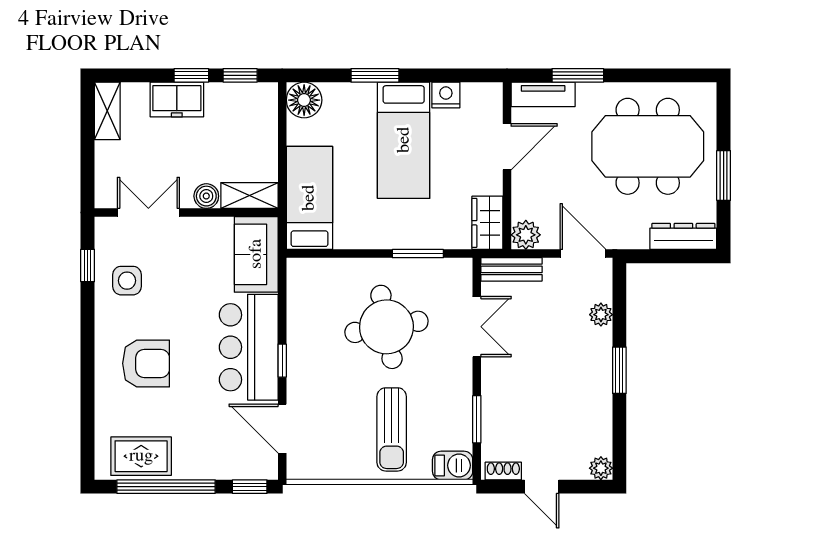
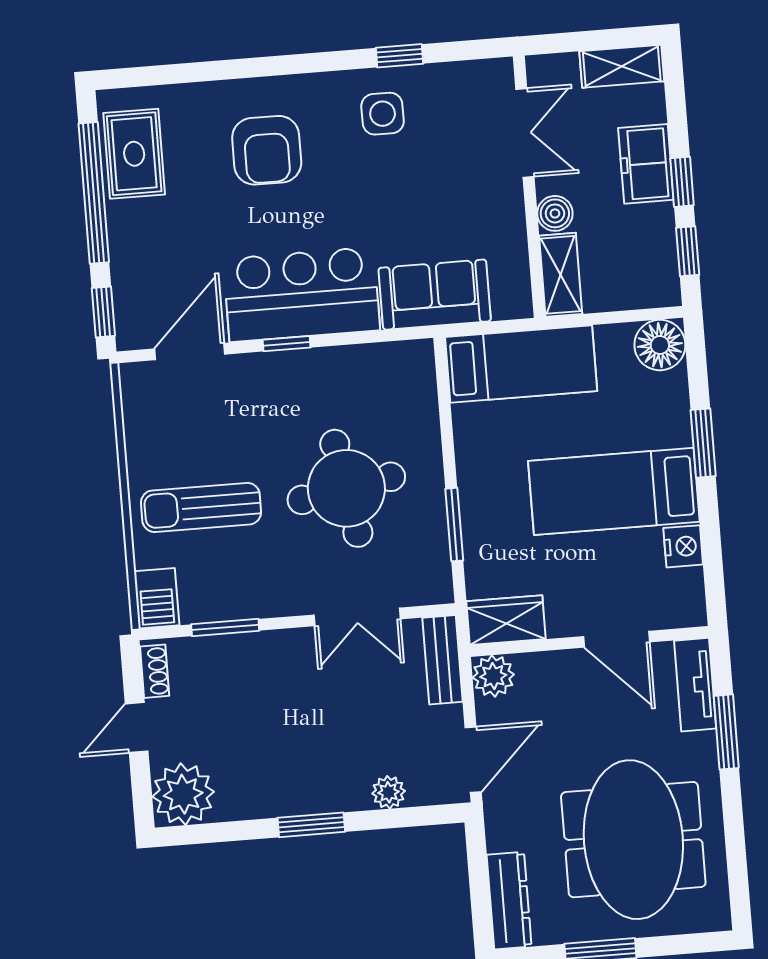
shelving: (249, 195) -> (561, 275), moved
boiler: (206, 196) -> (555, 213), moved
double door: (148, 212) -> (525, 133), moved
wall: (186, 212) -> (529, 187), moved
plant: (601, 468) -> (183, 794), width x1.87, depth x1.87

